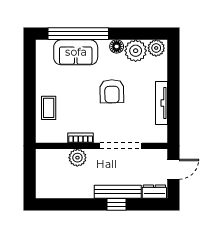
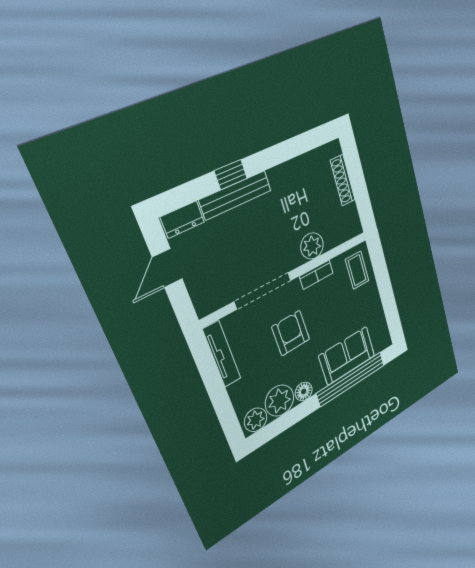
bookcase: (81, 138) -> (316, 275), moved
wall: (101, 146) -> (288, 277), moved
doorway: (121, 146) -> (263, 291), moved
plant: (77, 158) -> (312, 246), moved
shoe rack: (41, 171) -> (343, 180), added

